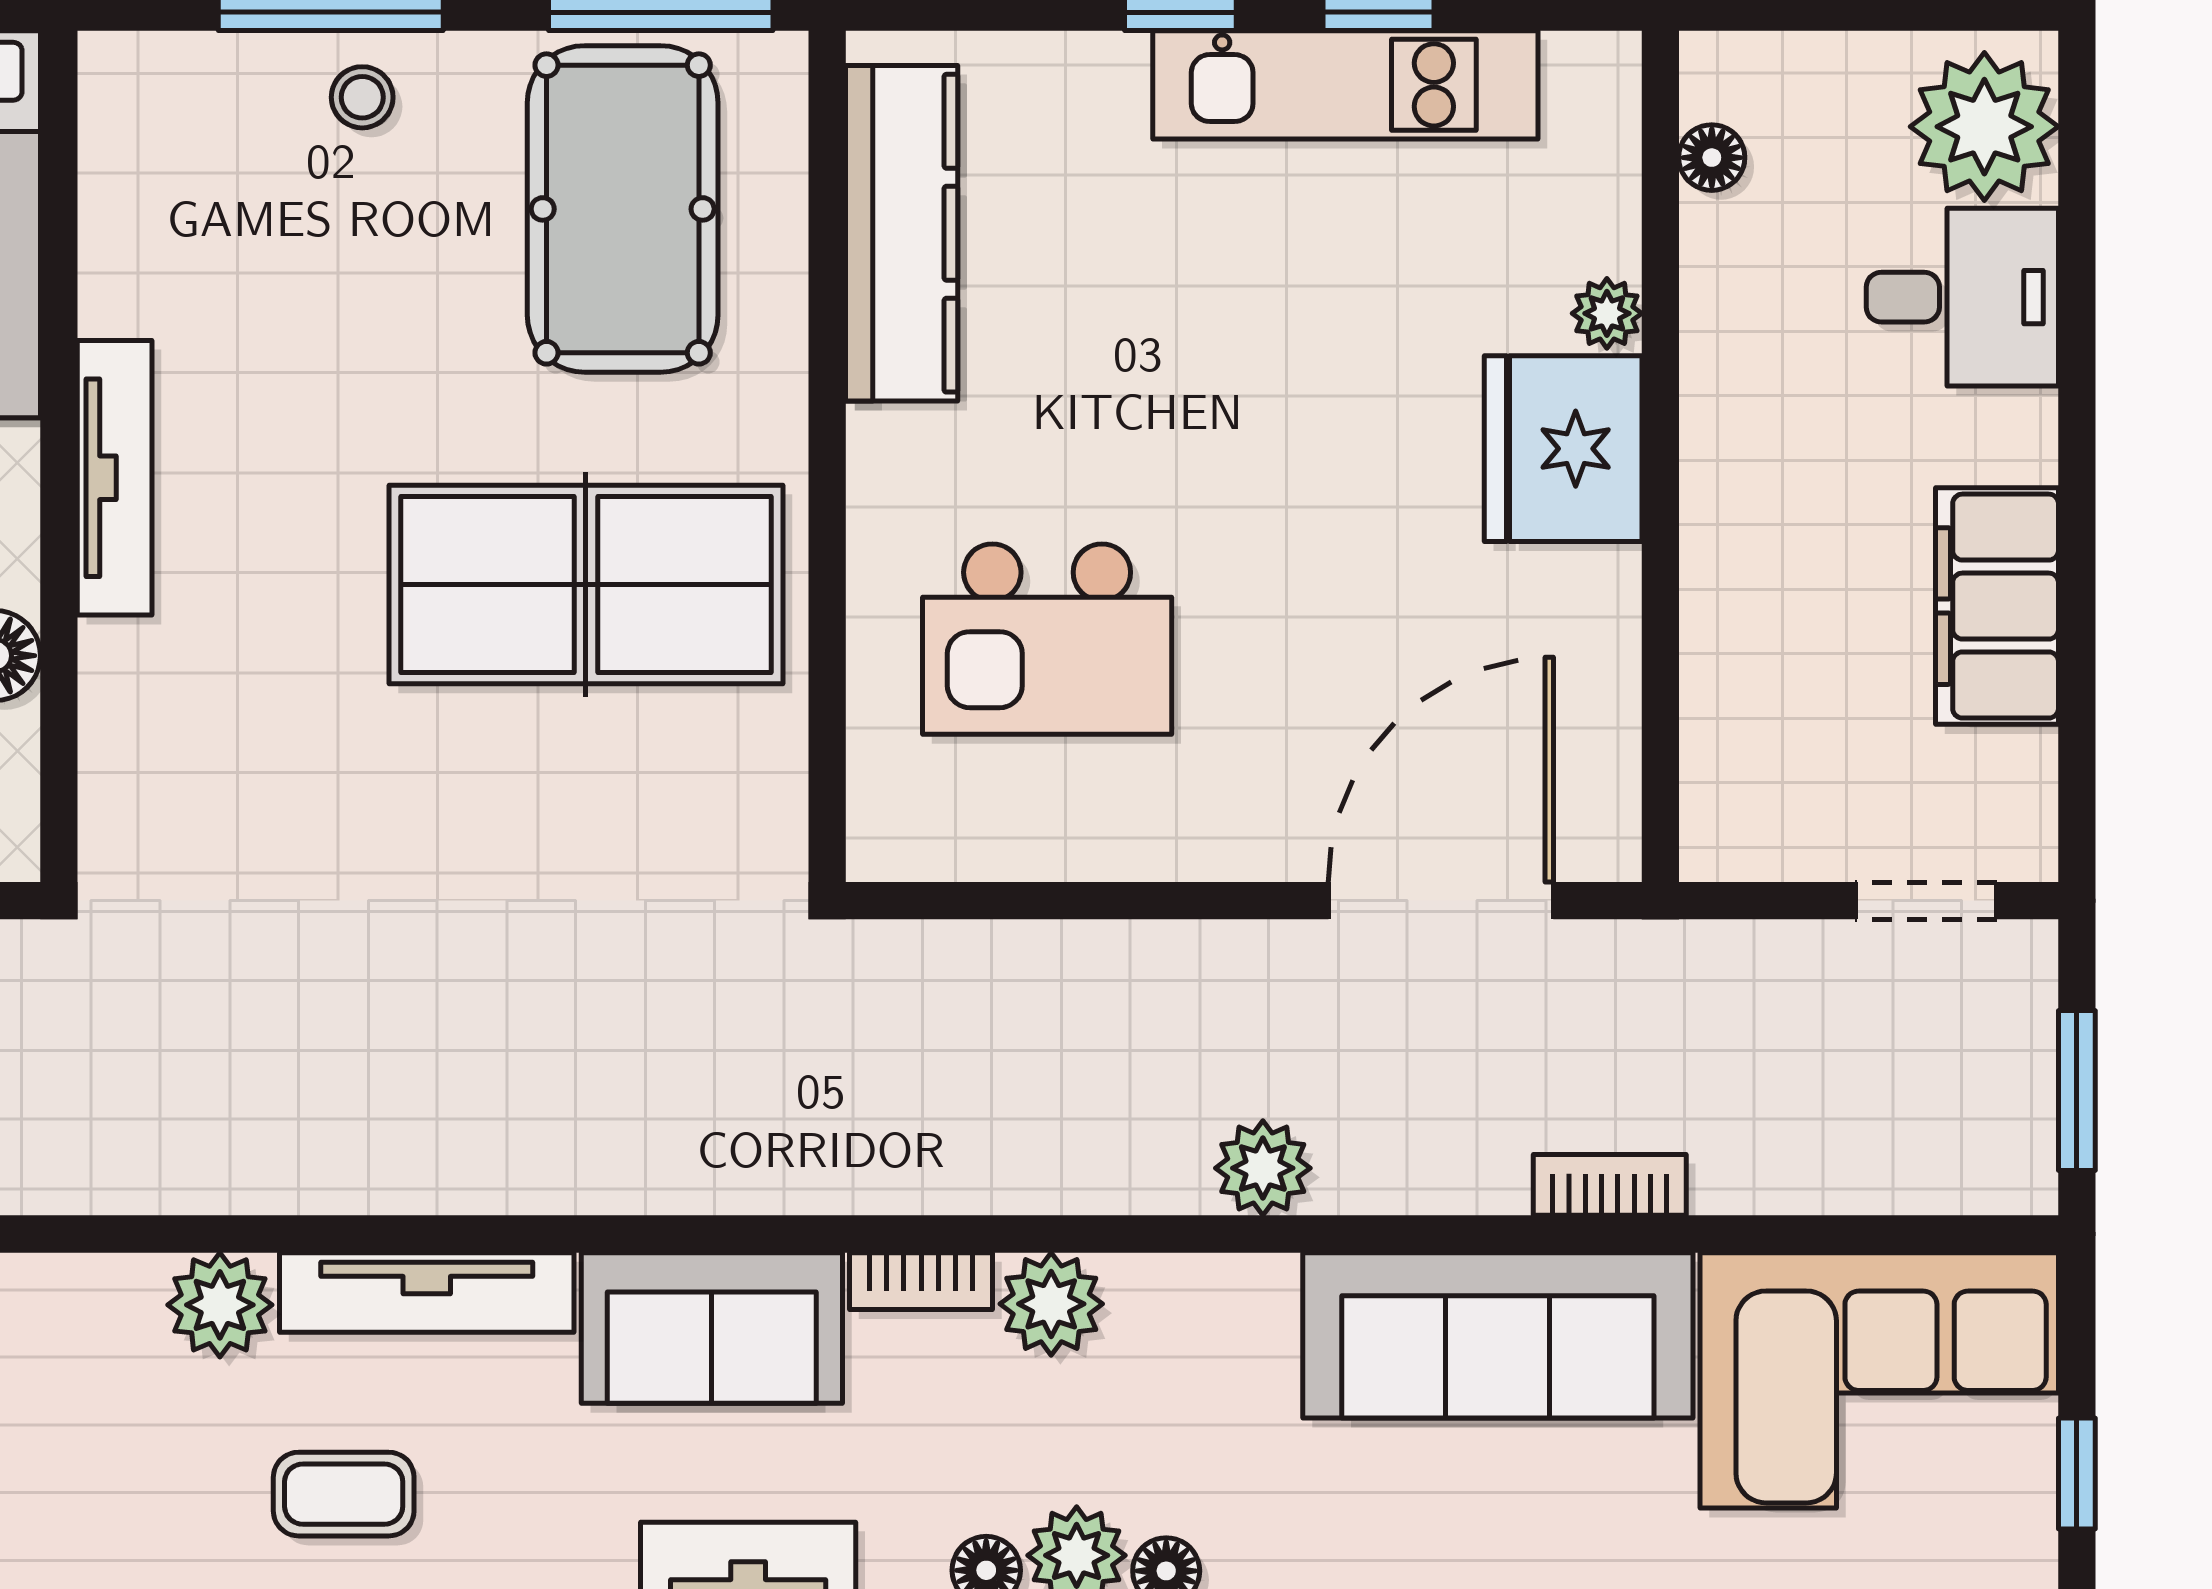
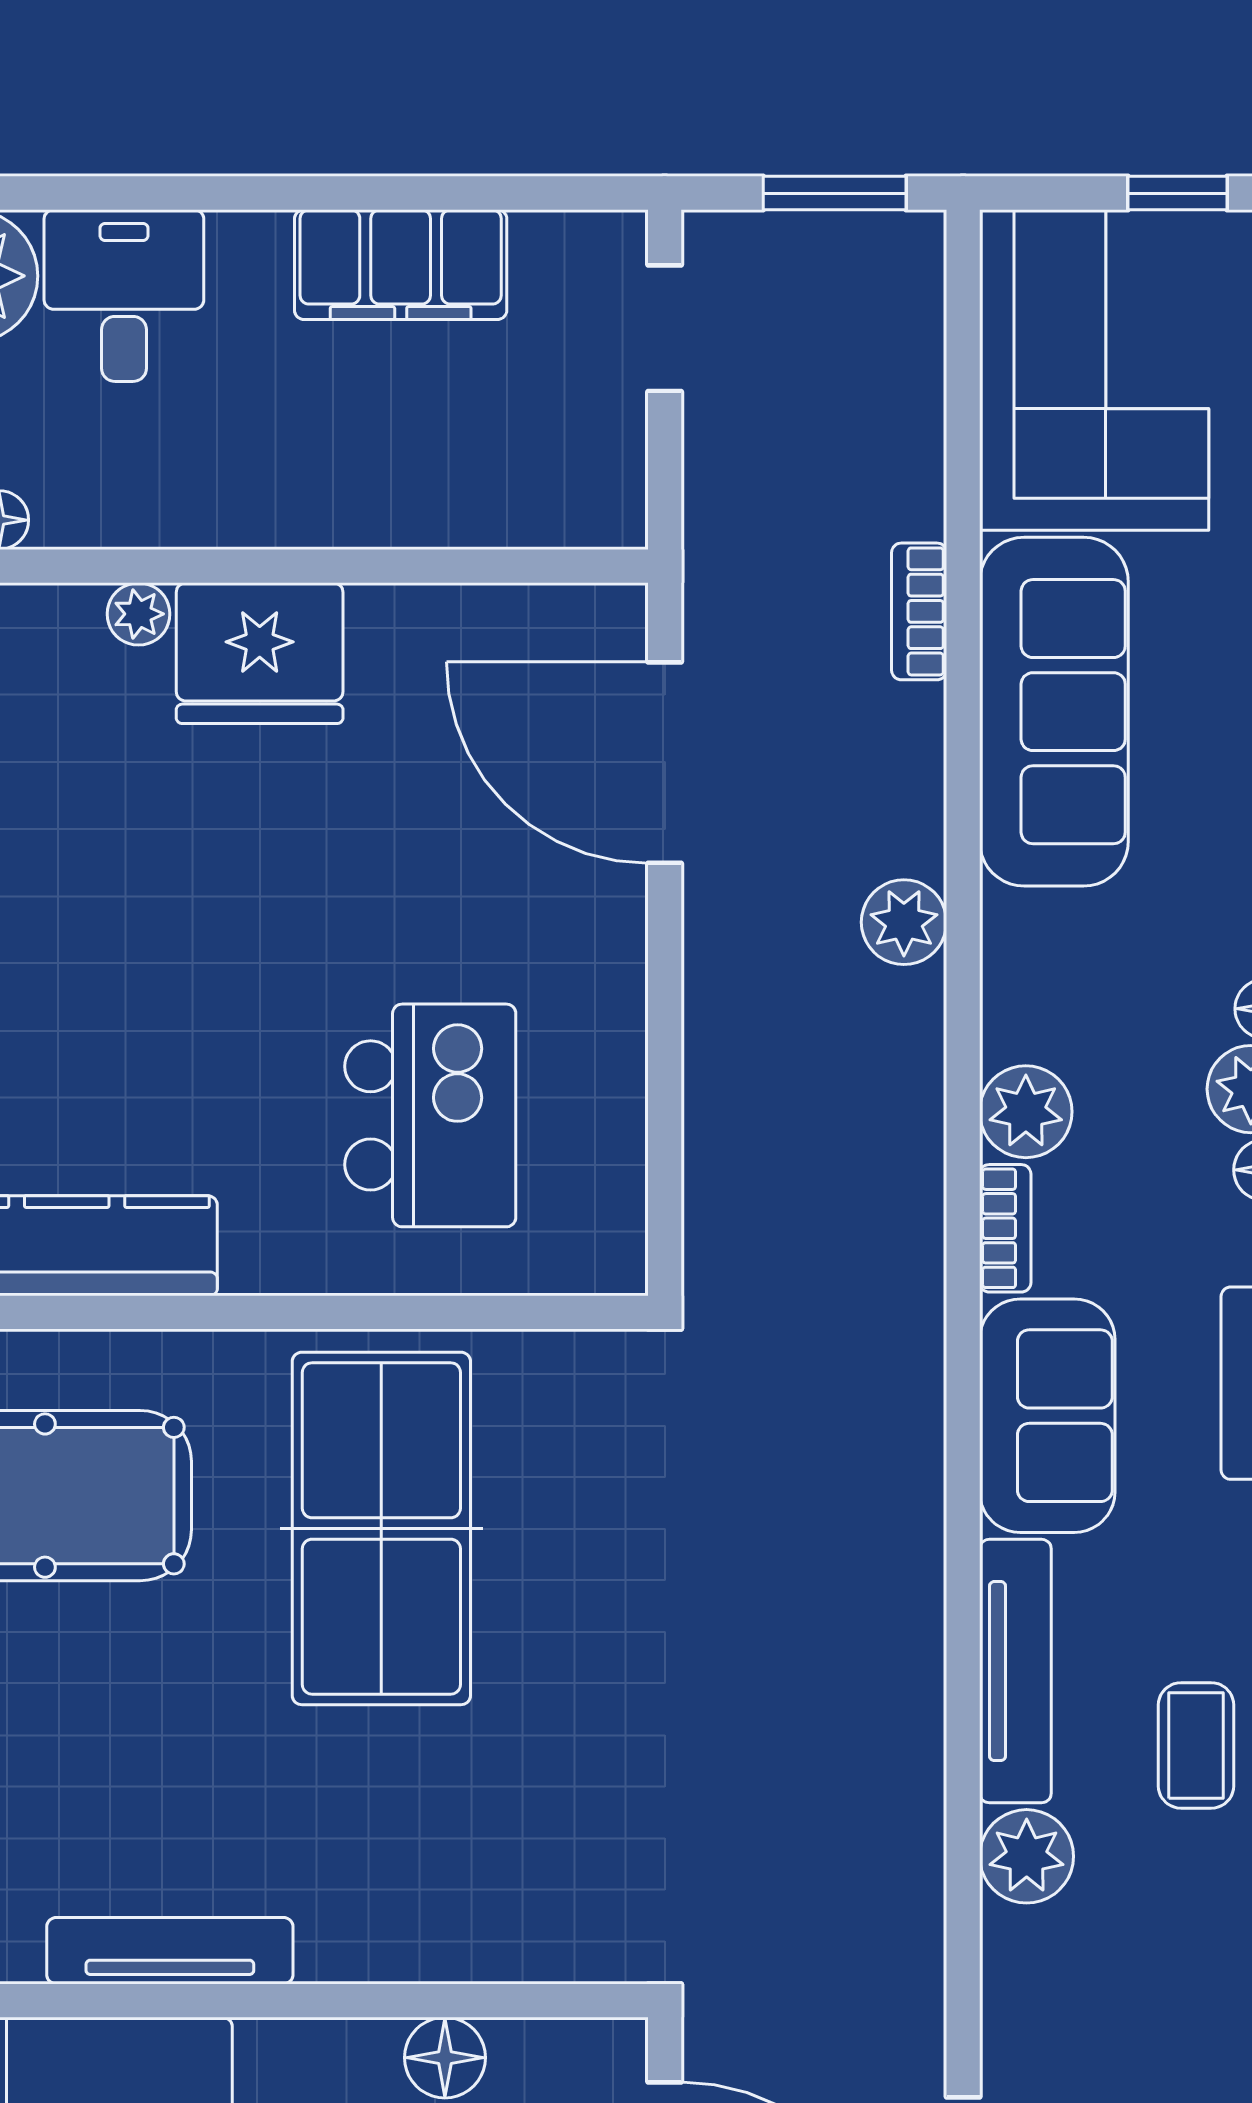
tv unit: (115, 478) -> (170, 1951), moved

